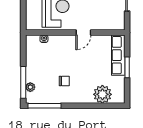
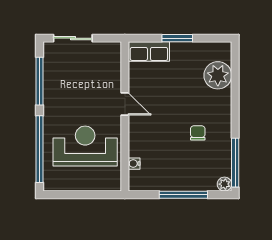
row of seats: (118, 55) -> (149, 52), width x0.68
window: (23, 82) -> (183, 195), moved
plant: (30, 87) -> (224, 184), moved

